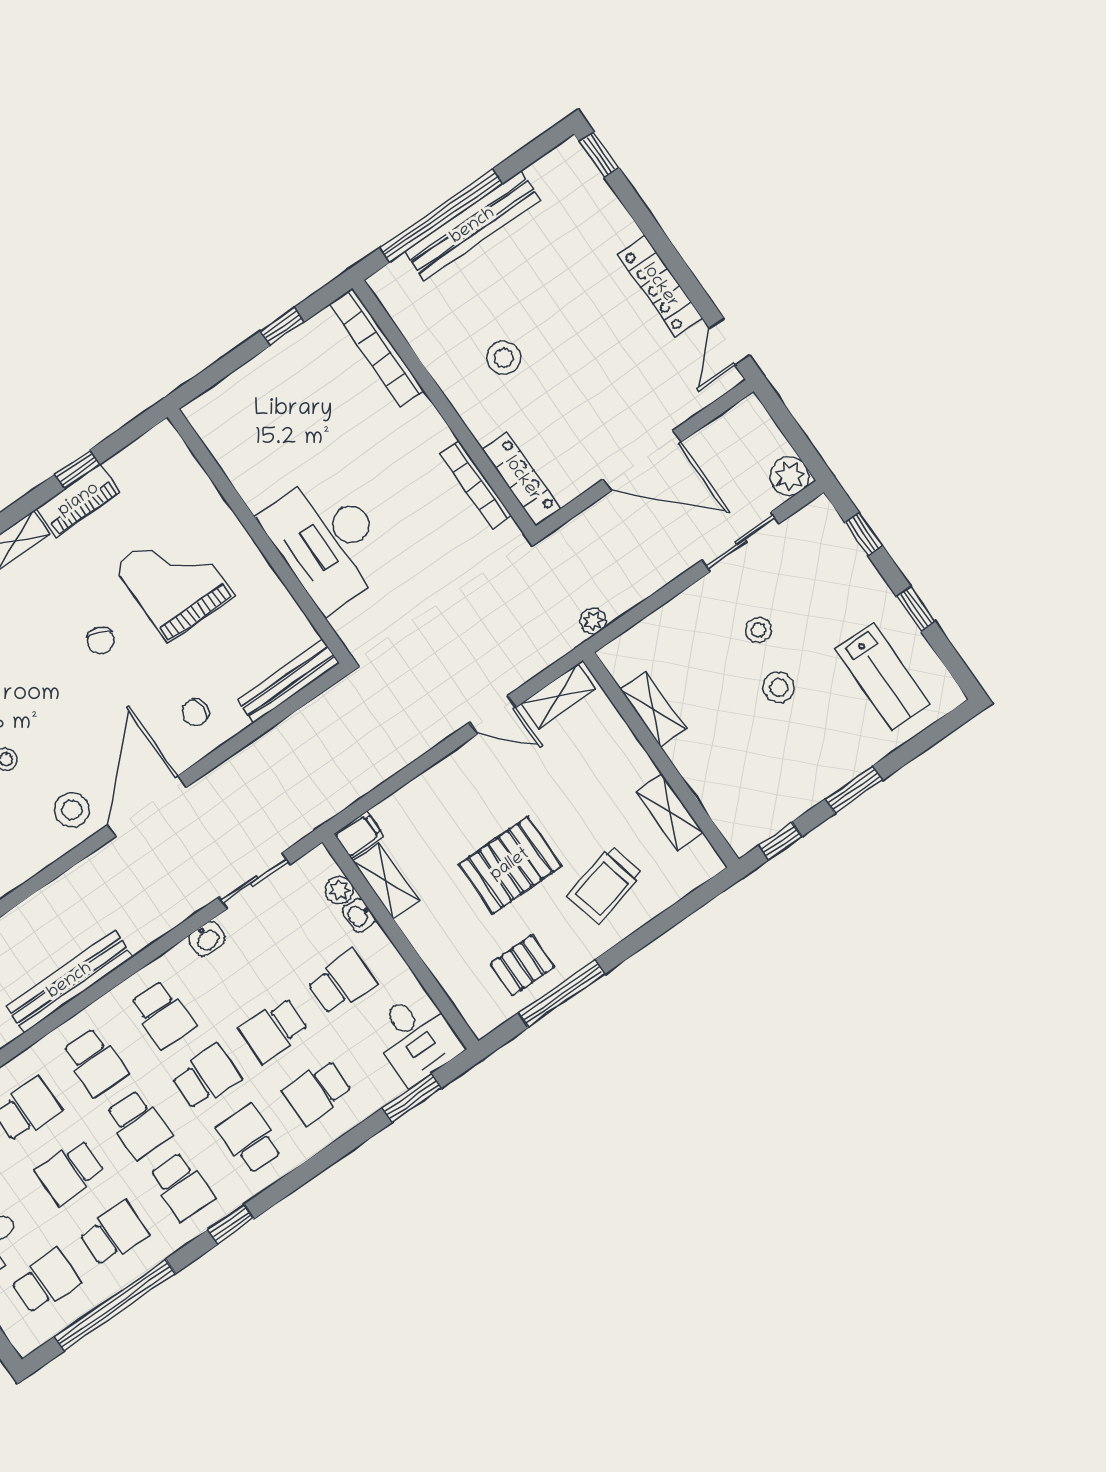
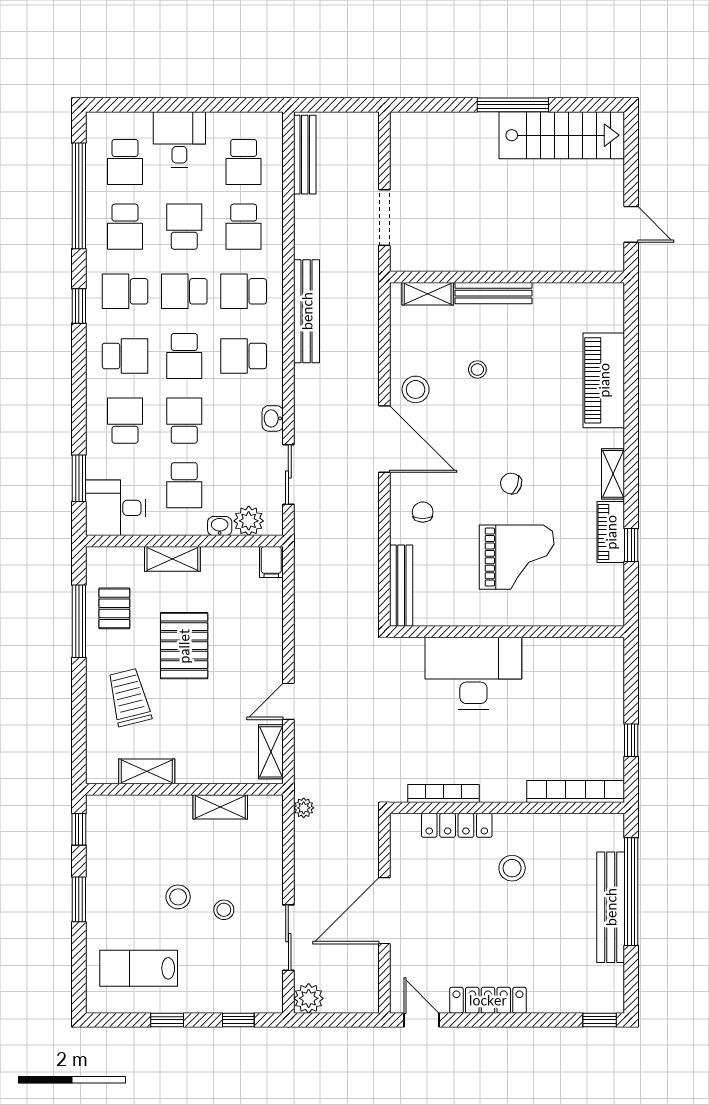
locker: (522, 479) -> (457, 825), moved
shelving: (386, 881) -> (172, 559), moved
plant: (339, 890) -> (249, 521), width x1.38, depth x1.38

